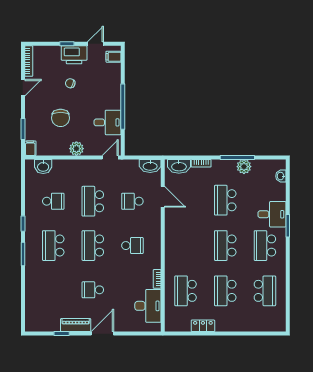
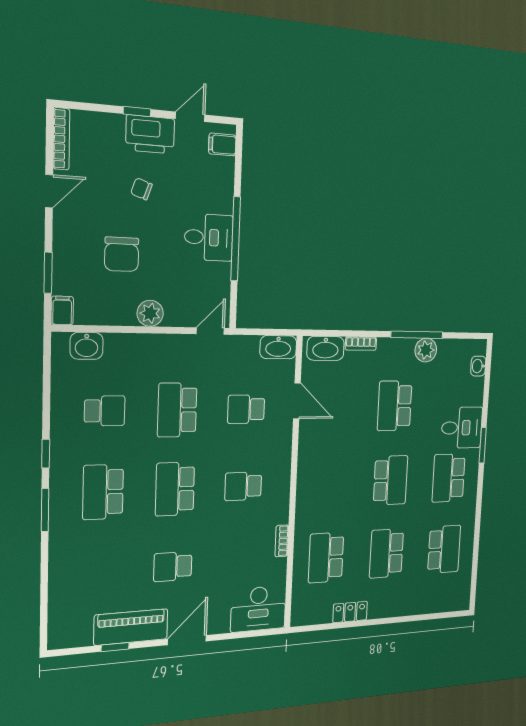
desk: (108, 122) -> (209, 237), moved
school desk: (132, 246) -> (243, 486), turned 180
school desk: (225, 246) -> (391, 480), turned 180
desk: (148, 306) -> (258, 609), moved, turned 90
piano: (76, 325) -> (131, 627), width x1.37, depth x1.33

